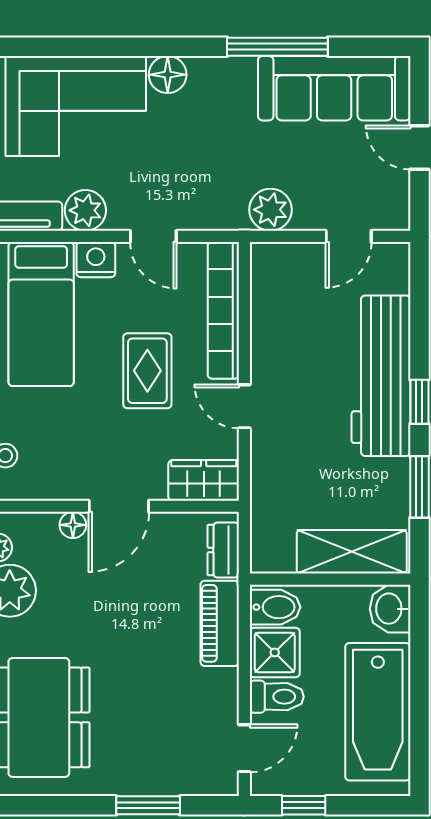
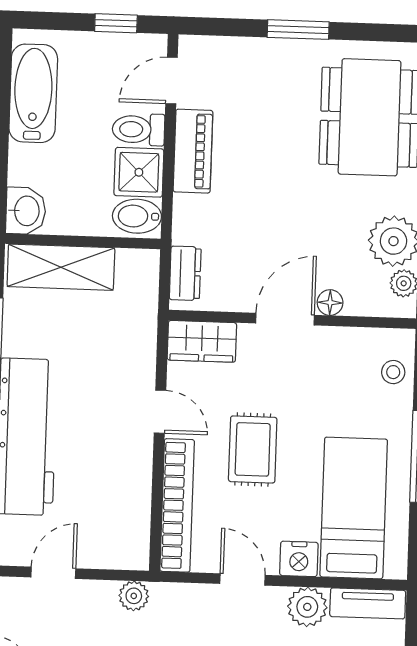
plant: (270, 210) -> (134, 596), width x0.73, depth x0.73
piano: (220, 623) -> (193, 151), moved
bathtub: (378, 712) -> (33, 93), width x0.73, depth x0.73
window: (148, 805) -> (298, 30), moved

